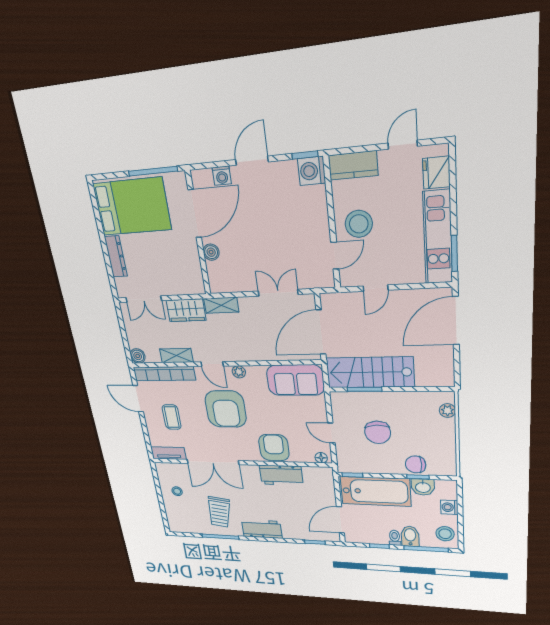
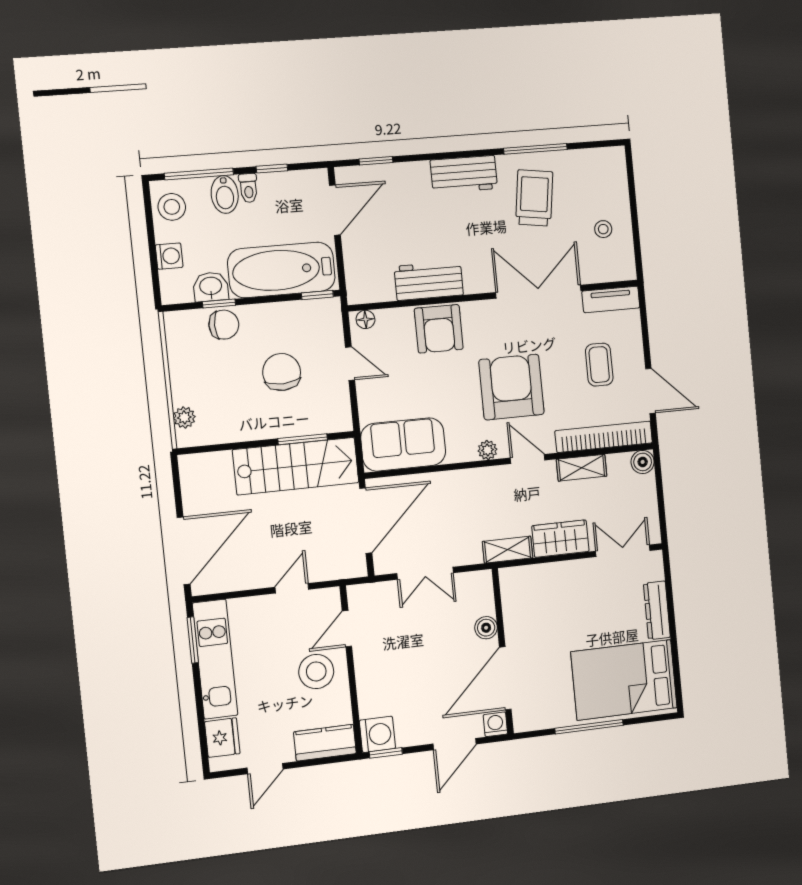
door: (195, 214) -> (505, 678), moved
wall: (198, 234) -> (503, 651), moved
boiler: (211, 252) -> (486, 628), moved

